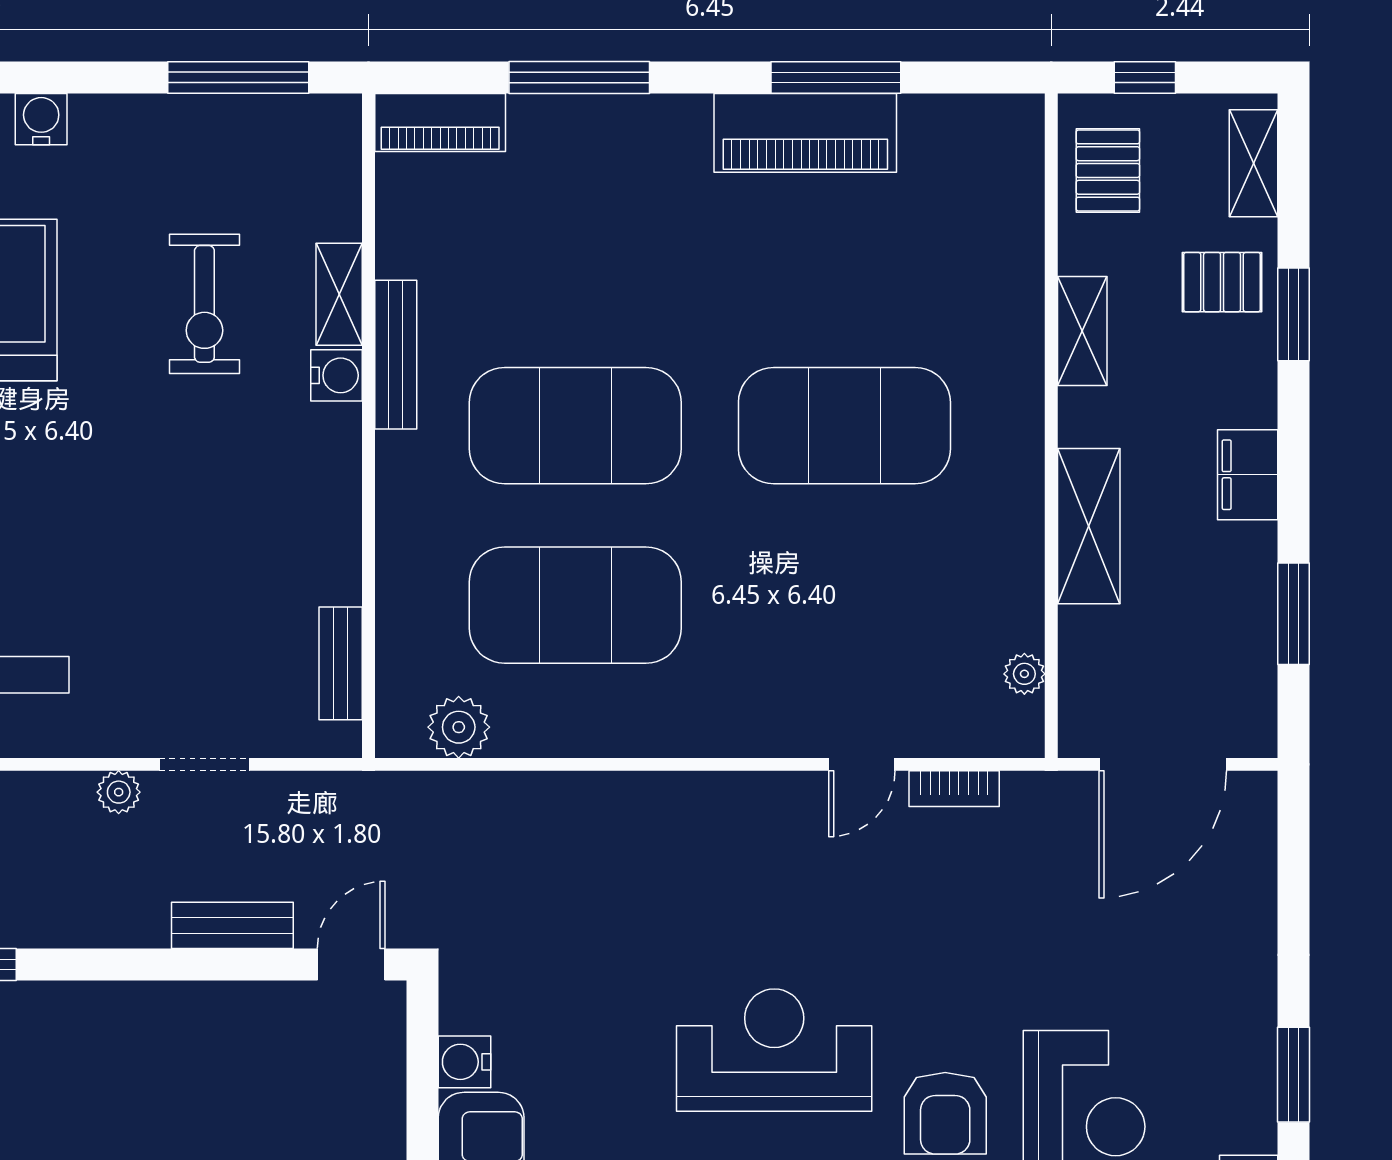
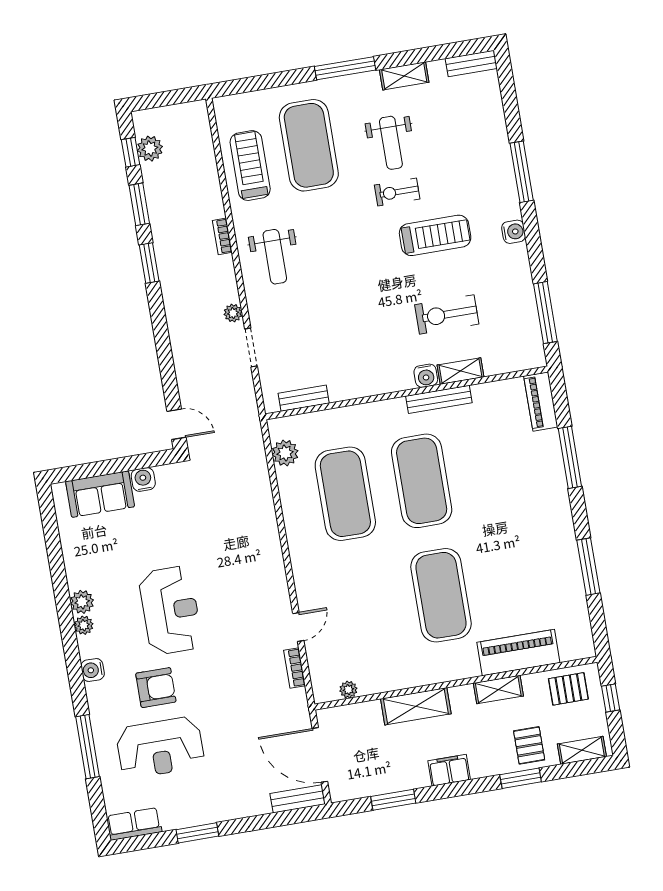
piano: (805, 133) -> (518, 652), moved, turned 90
door: (862, 764) -> (298, 627), swing flipped
bench: (232, 925) -> (297, 799), moved, turned 90
armchair: (945, 1113) -> (156, 688), turned 180

